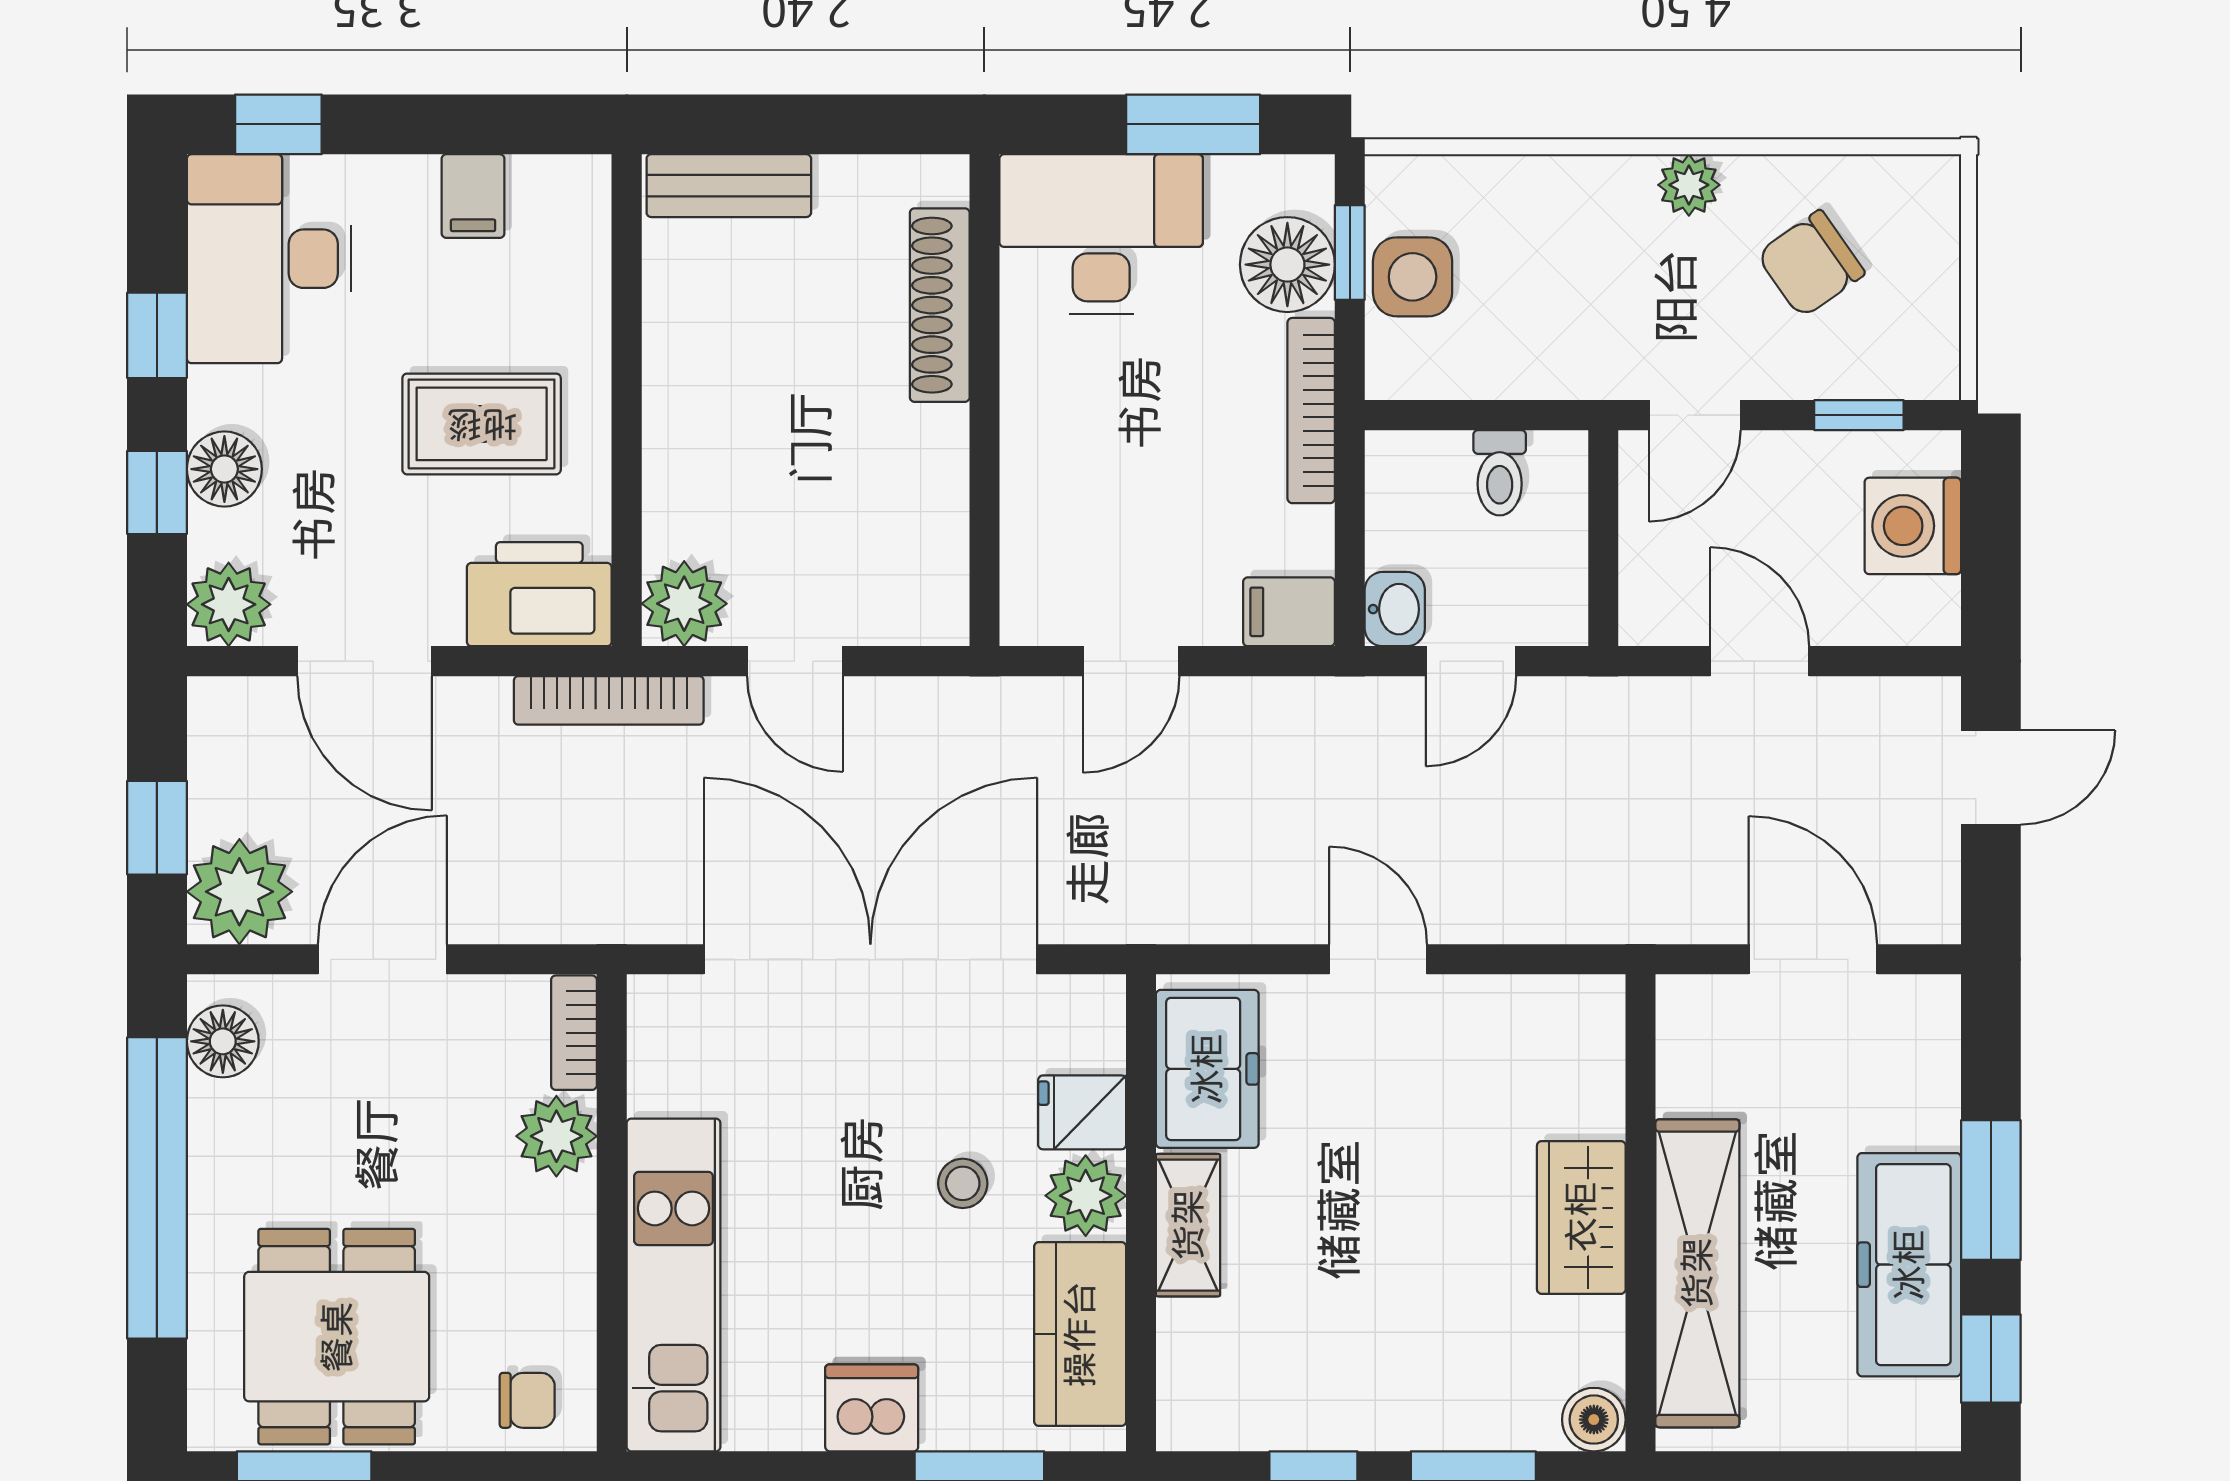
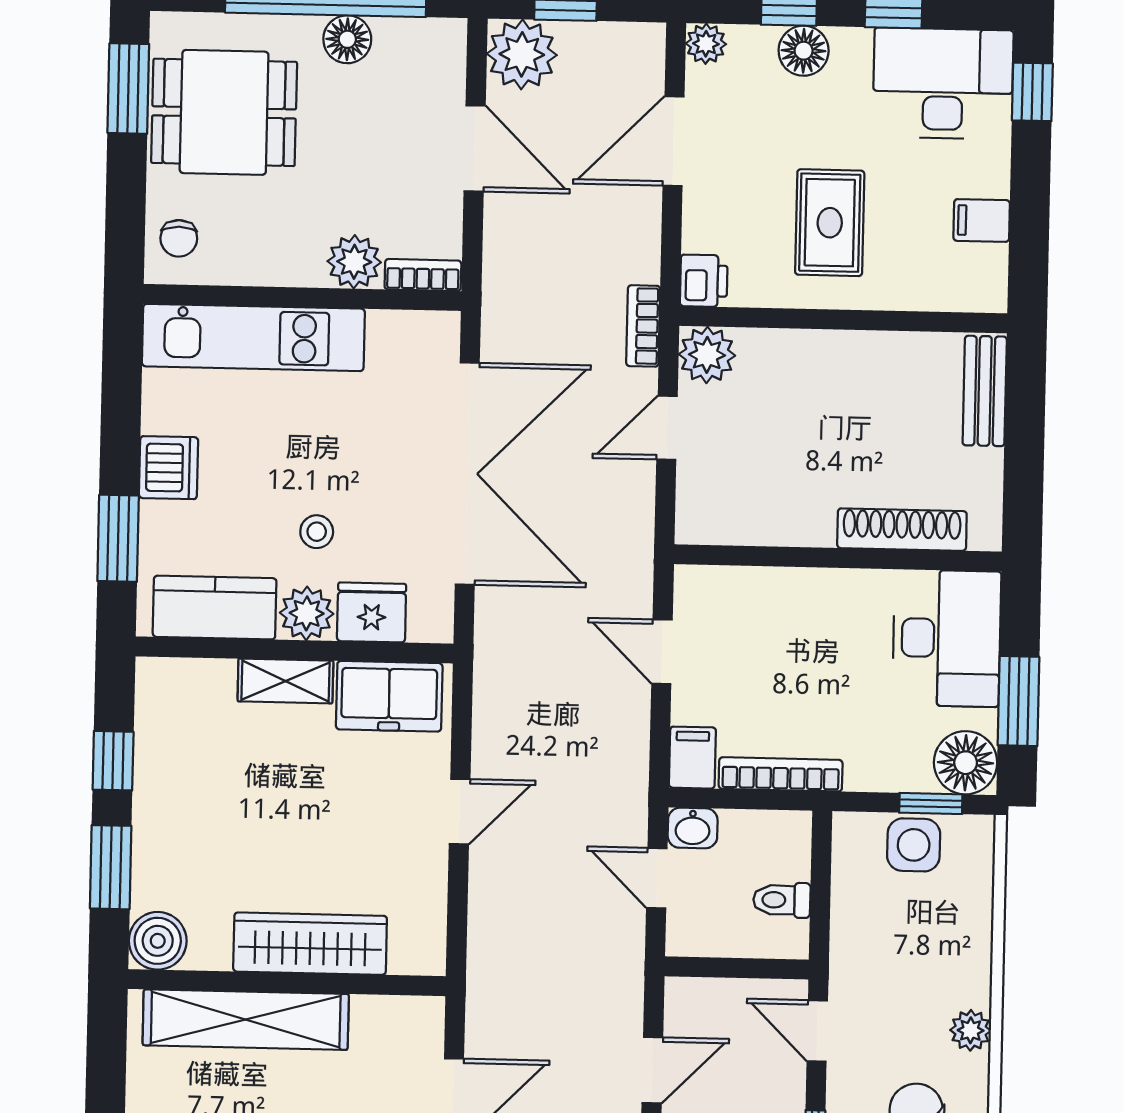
floor lamp: (1287, 265) -> (966, 763), moved
bookcase: (1311, 411) -> (781, 774), moved
printer: (539, 594) -> (704, 281), width x0.53, depth x0.68
plant: (229, 604) -> (706, 44), width x0.73, depth x0.73
bookcase: (609, 700) -> (643, 326), width x0.64
floor lamp: (223, 1041) -> (347, 39), moved
fridge: (1082, 1112) -> (372, 612), width x1.38
wardrobe: (1581, 1217) -> (310, 944), width x1.50
boiler: (1594, 1420) -> (158, 941), width x1.36, depth x1.36

